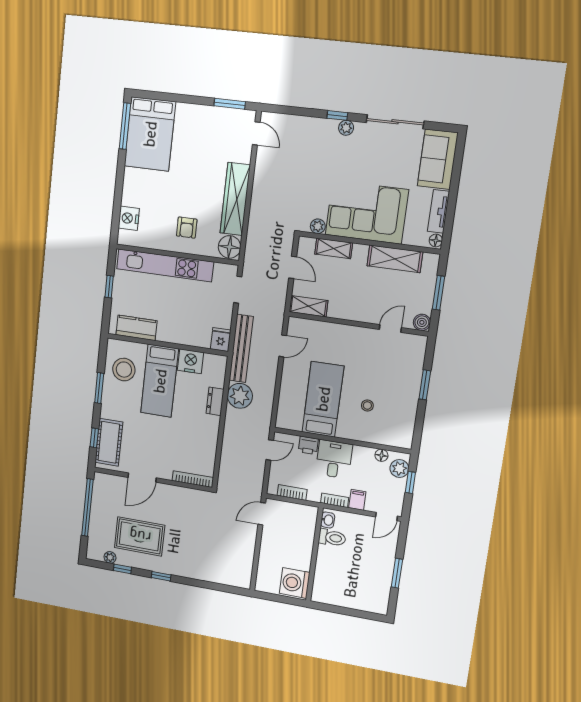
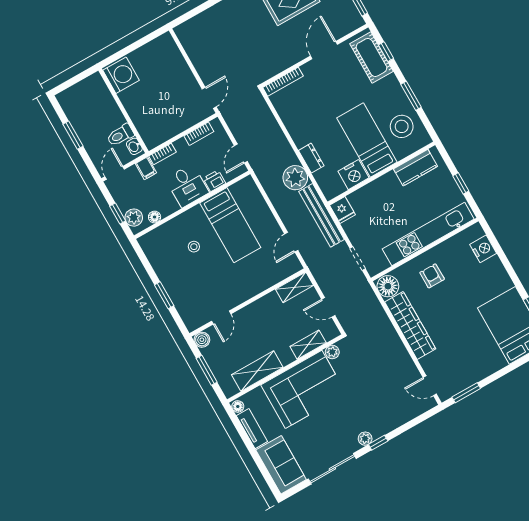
washbasin: (328, 520) -> (134, 146), moved
toilet: (332, 538) -> (120, 135), moved
wall: (314, 554) -> (123, 111), moved
washing machine: (295, 583) -> (121, 75), moved

